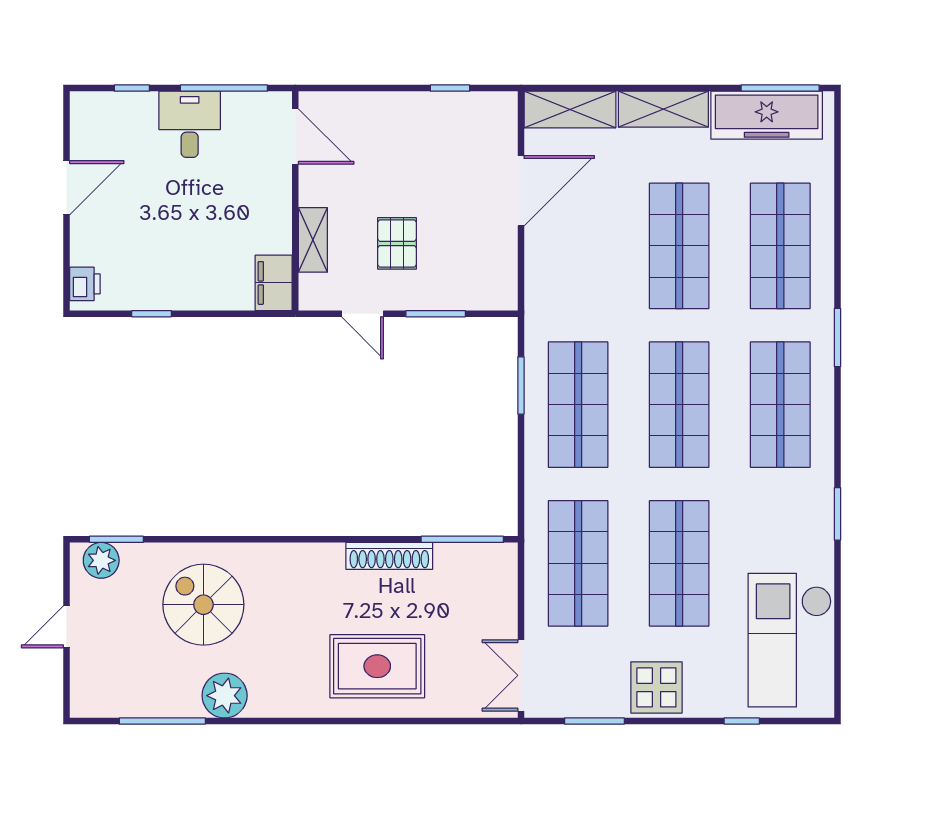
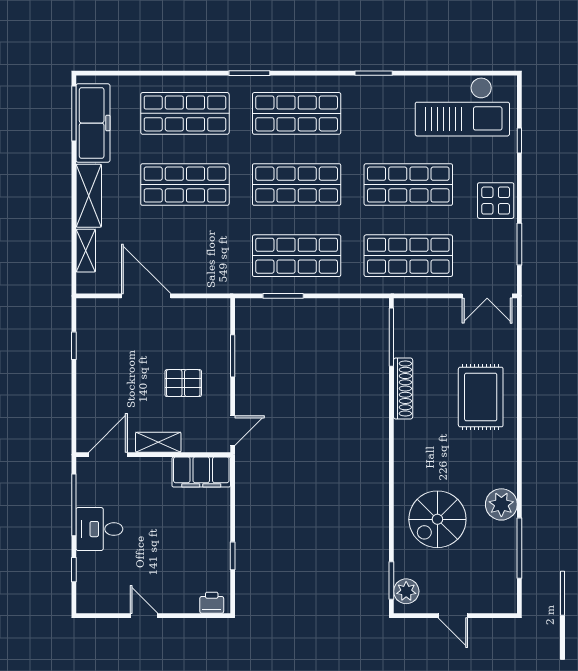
shelving: (570, 110) -> (86, 251), width x0.67, depth x0.75
door: (67, 188) -> (144, 616), width x0.73
shelving: (313, 240) -> (158, 442), moved
filing cabinet: (274, 283) -> (201, 472), width x1.50, depth x1.17
door: (362, 314) -> (233, 431), moved

